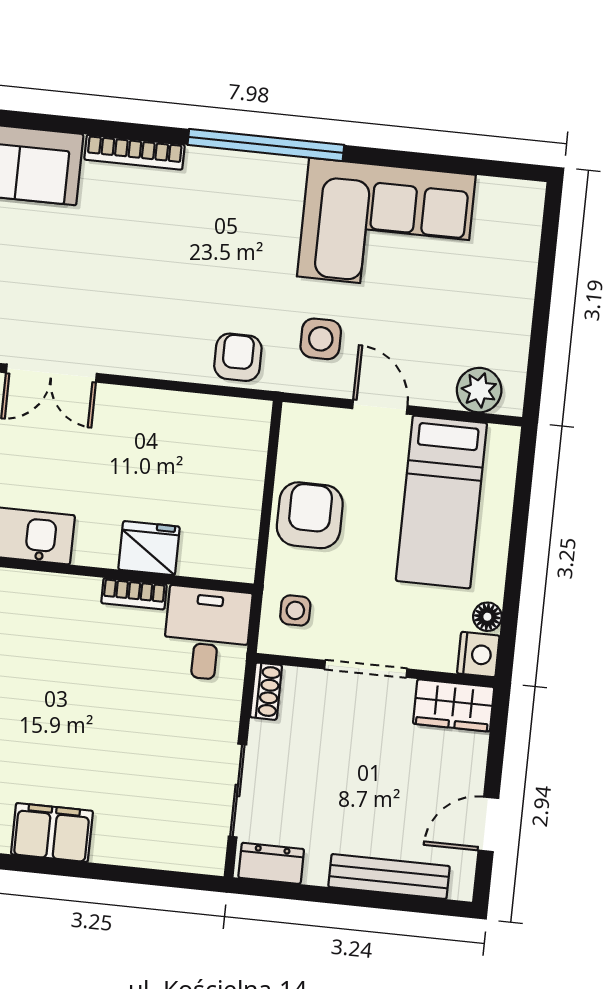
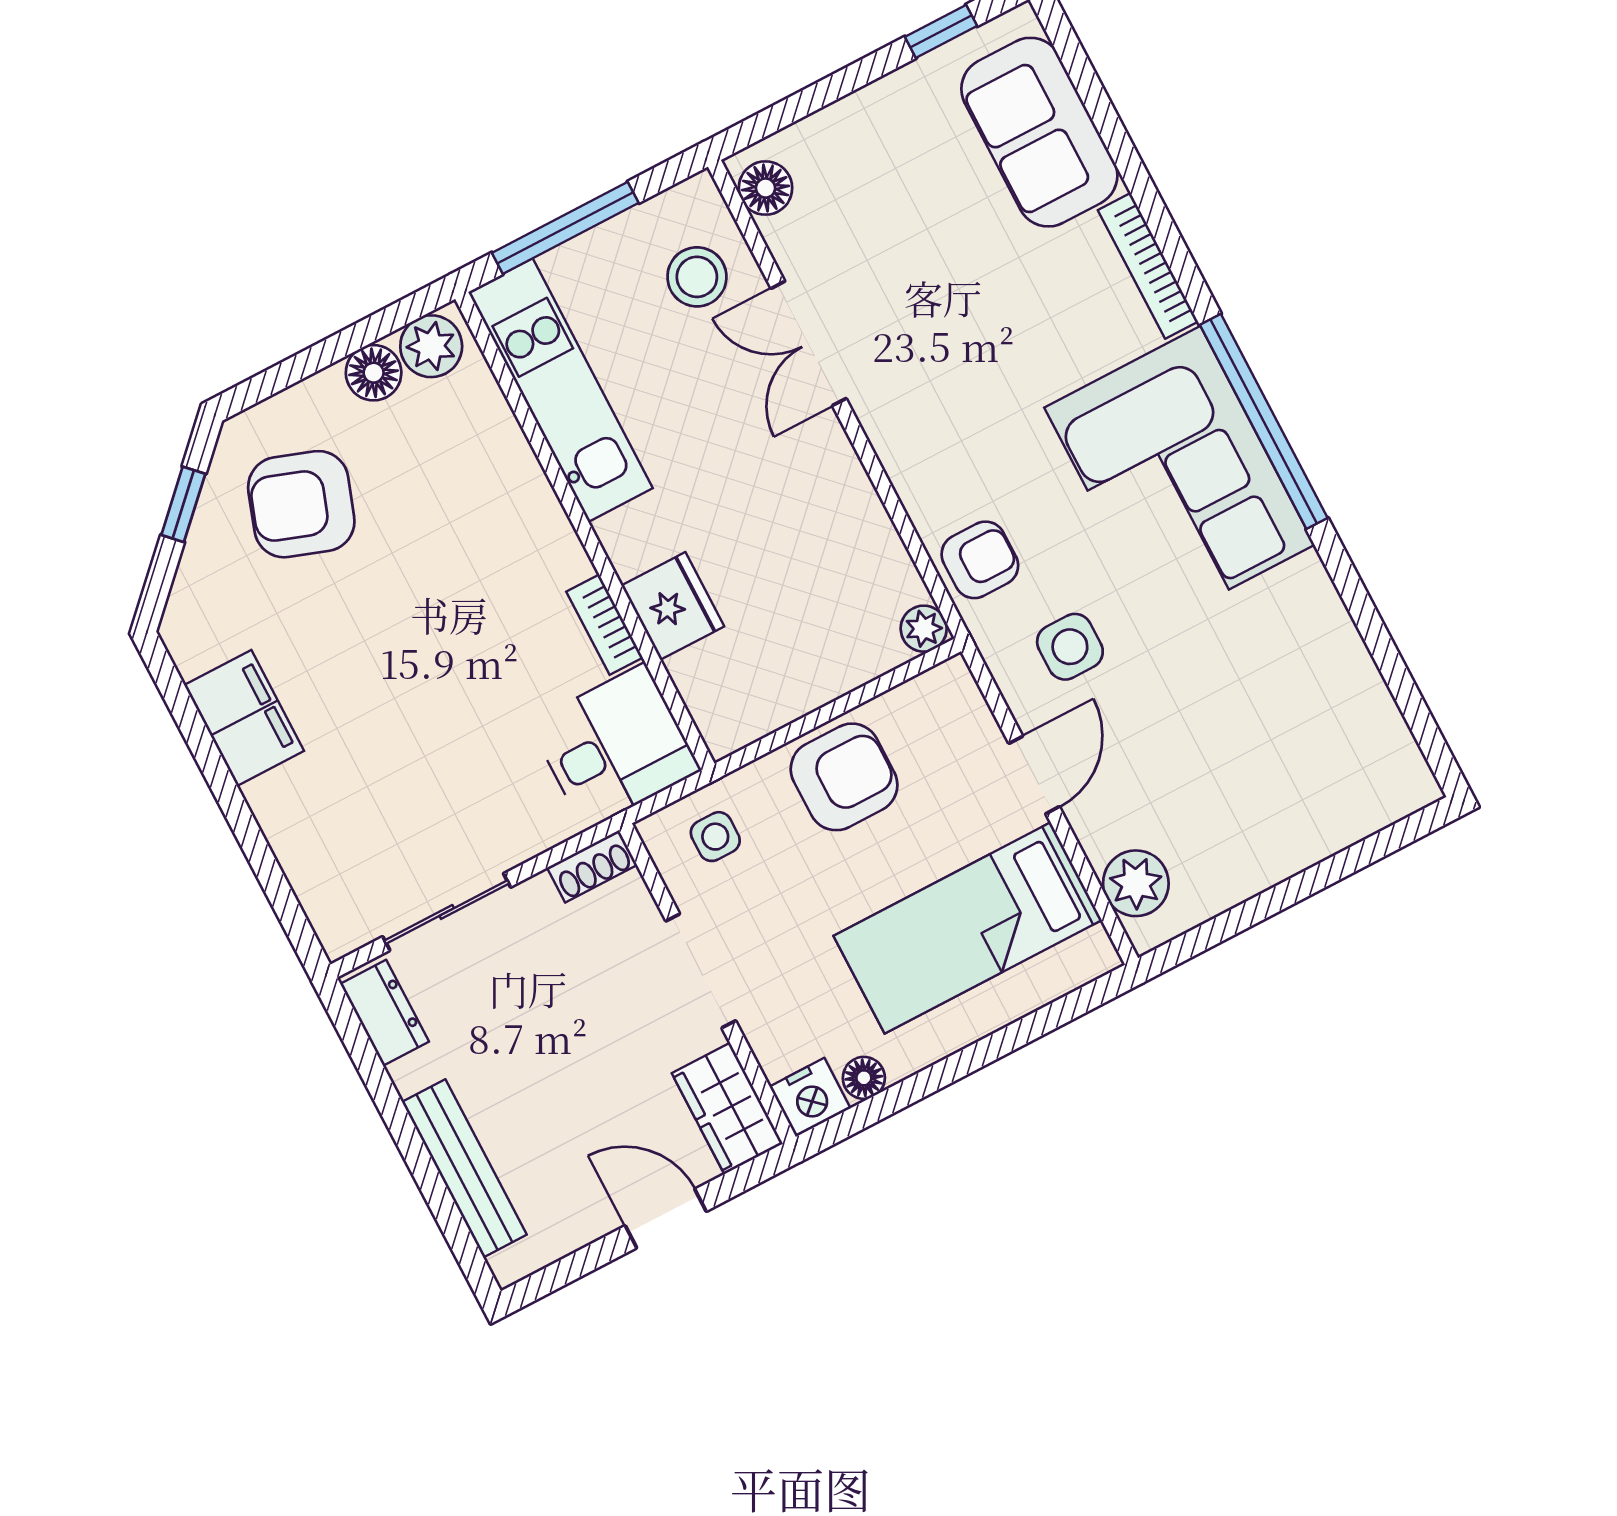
corner sofa: (386, 226) -> (1179, 476), moved
plant: (256, 415) -> (924, 629), added
door: (488, 824) -> (666, 1218), moved

